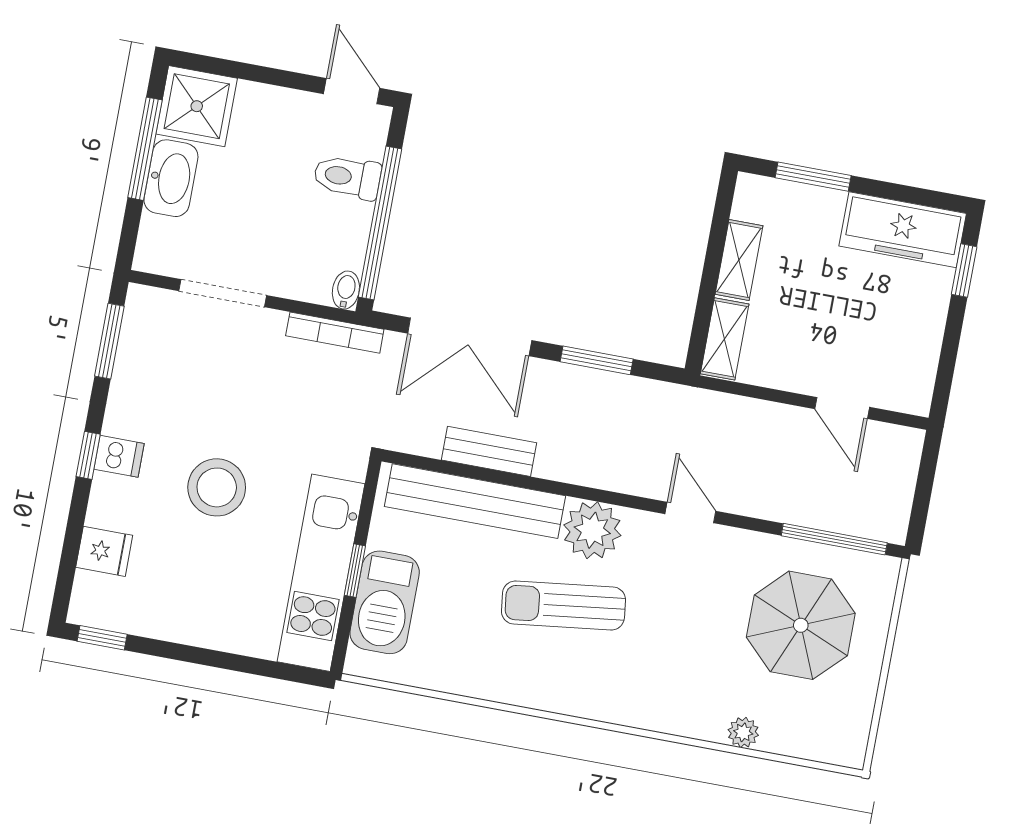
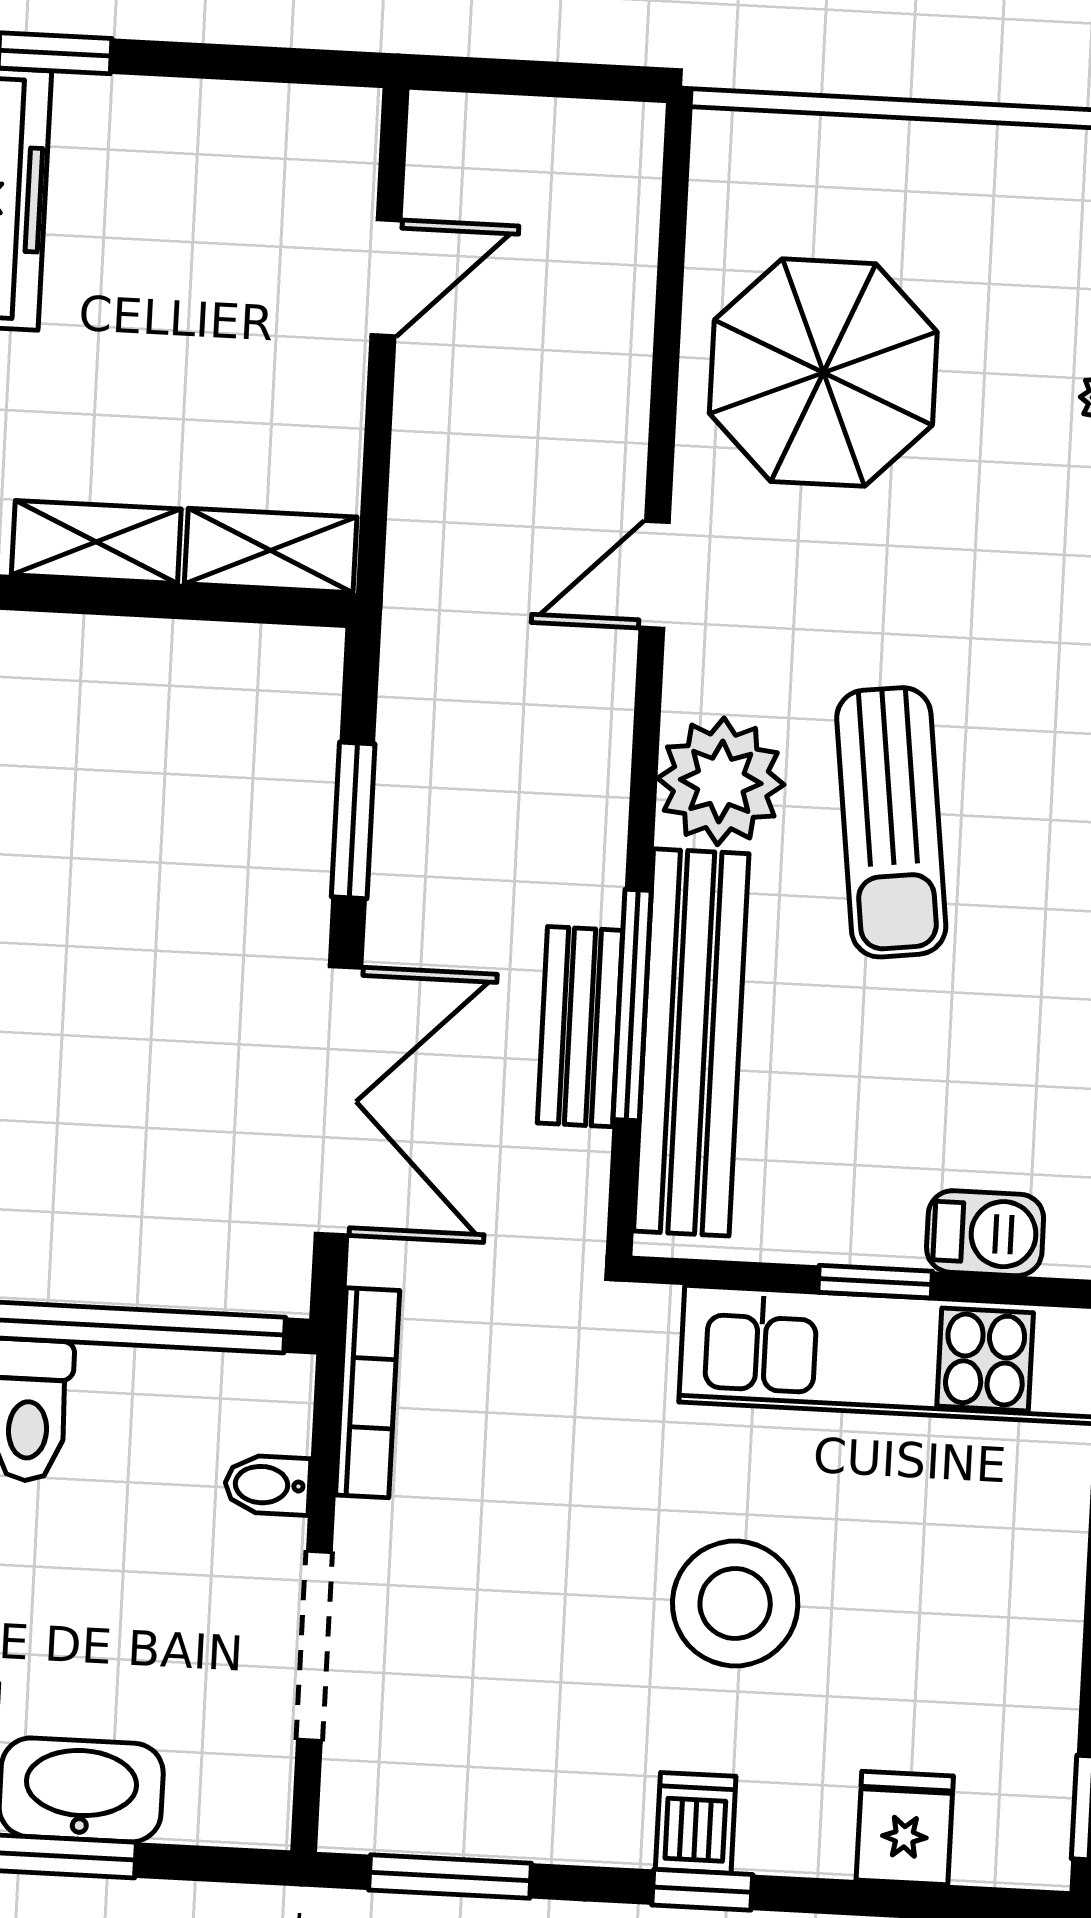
bidet: (346, 290) -> (267, 1485), moved
window: (834, 539) -> (632, 1005), moved
barbecue: (385, 602) -> (985, 1233), width x0.53, depth x0.65
parasol: (801, 625) -> (823, 373), moved

